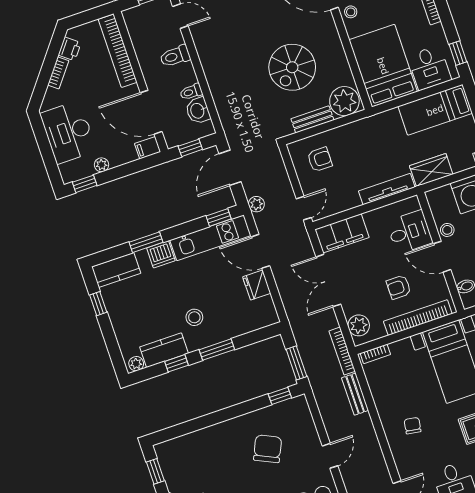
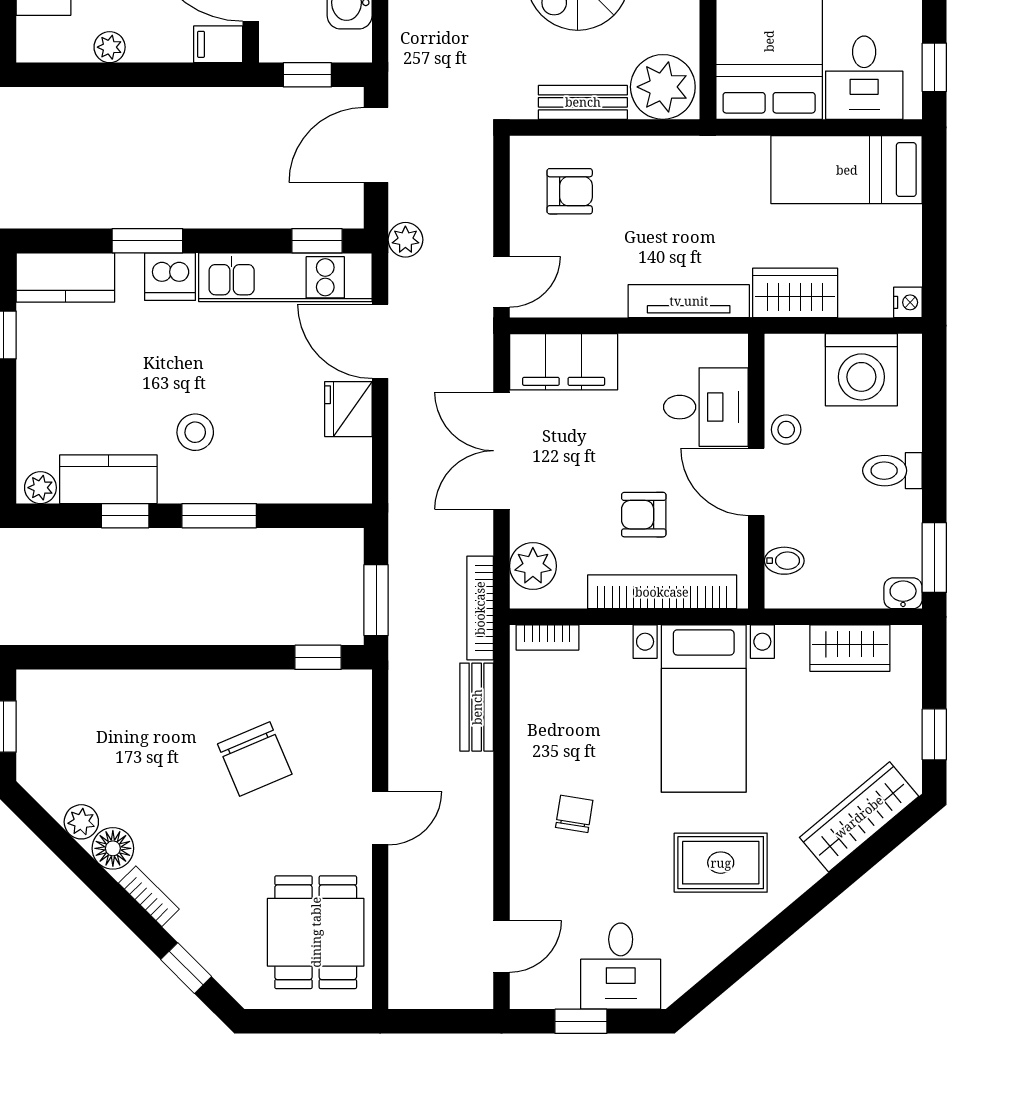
window: (85, 184) -> (61, 75), removed
chair: (268, 449) -> (255, 759), turned 132

